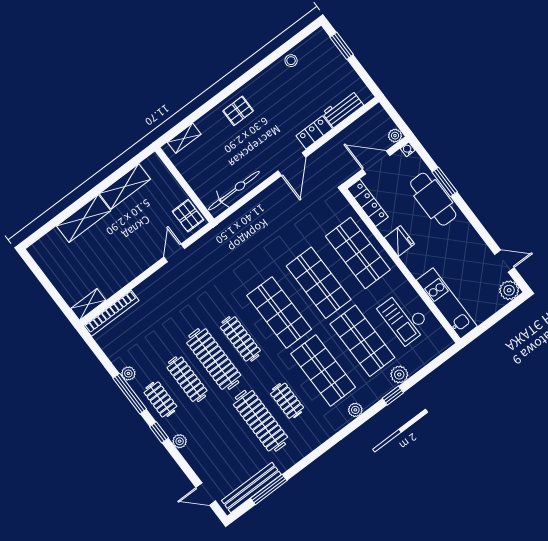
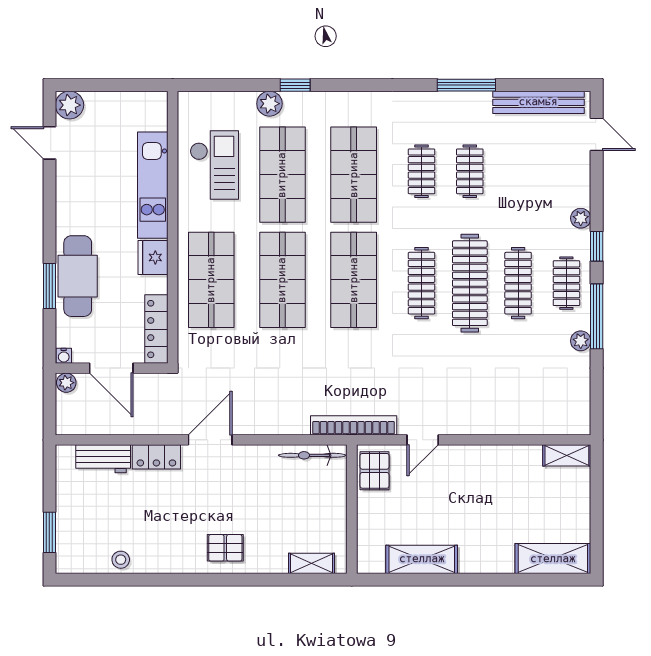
bicycle: (234, 191) -> (312, 455), width x0.73, depth x0.71
shelving: (84, 218) -> (553, 559), moved
kitchen unit: (447, 303) -> (153, 185), moved
bookcase: (111, 313) -> (354, 425), moved
plant: (355, 410) -> (351, 101), removed
clothes rail: (260, 421) -> (470, 171), width x0.54, depth x0.76
window: (269, 489) -> (466, 85), moved

